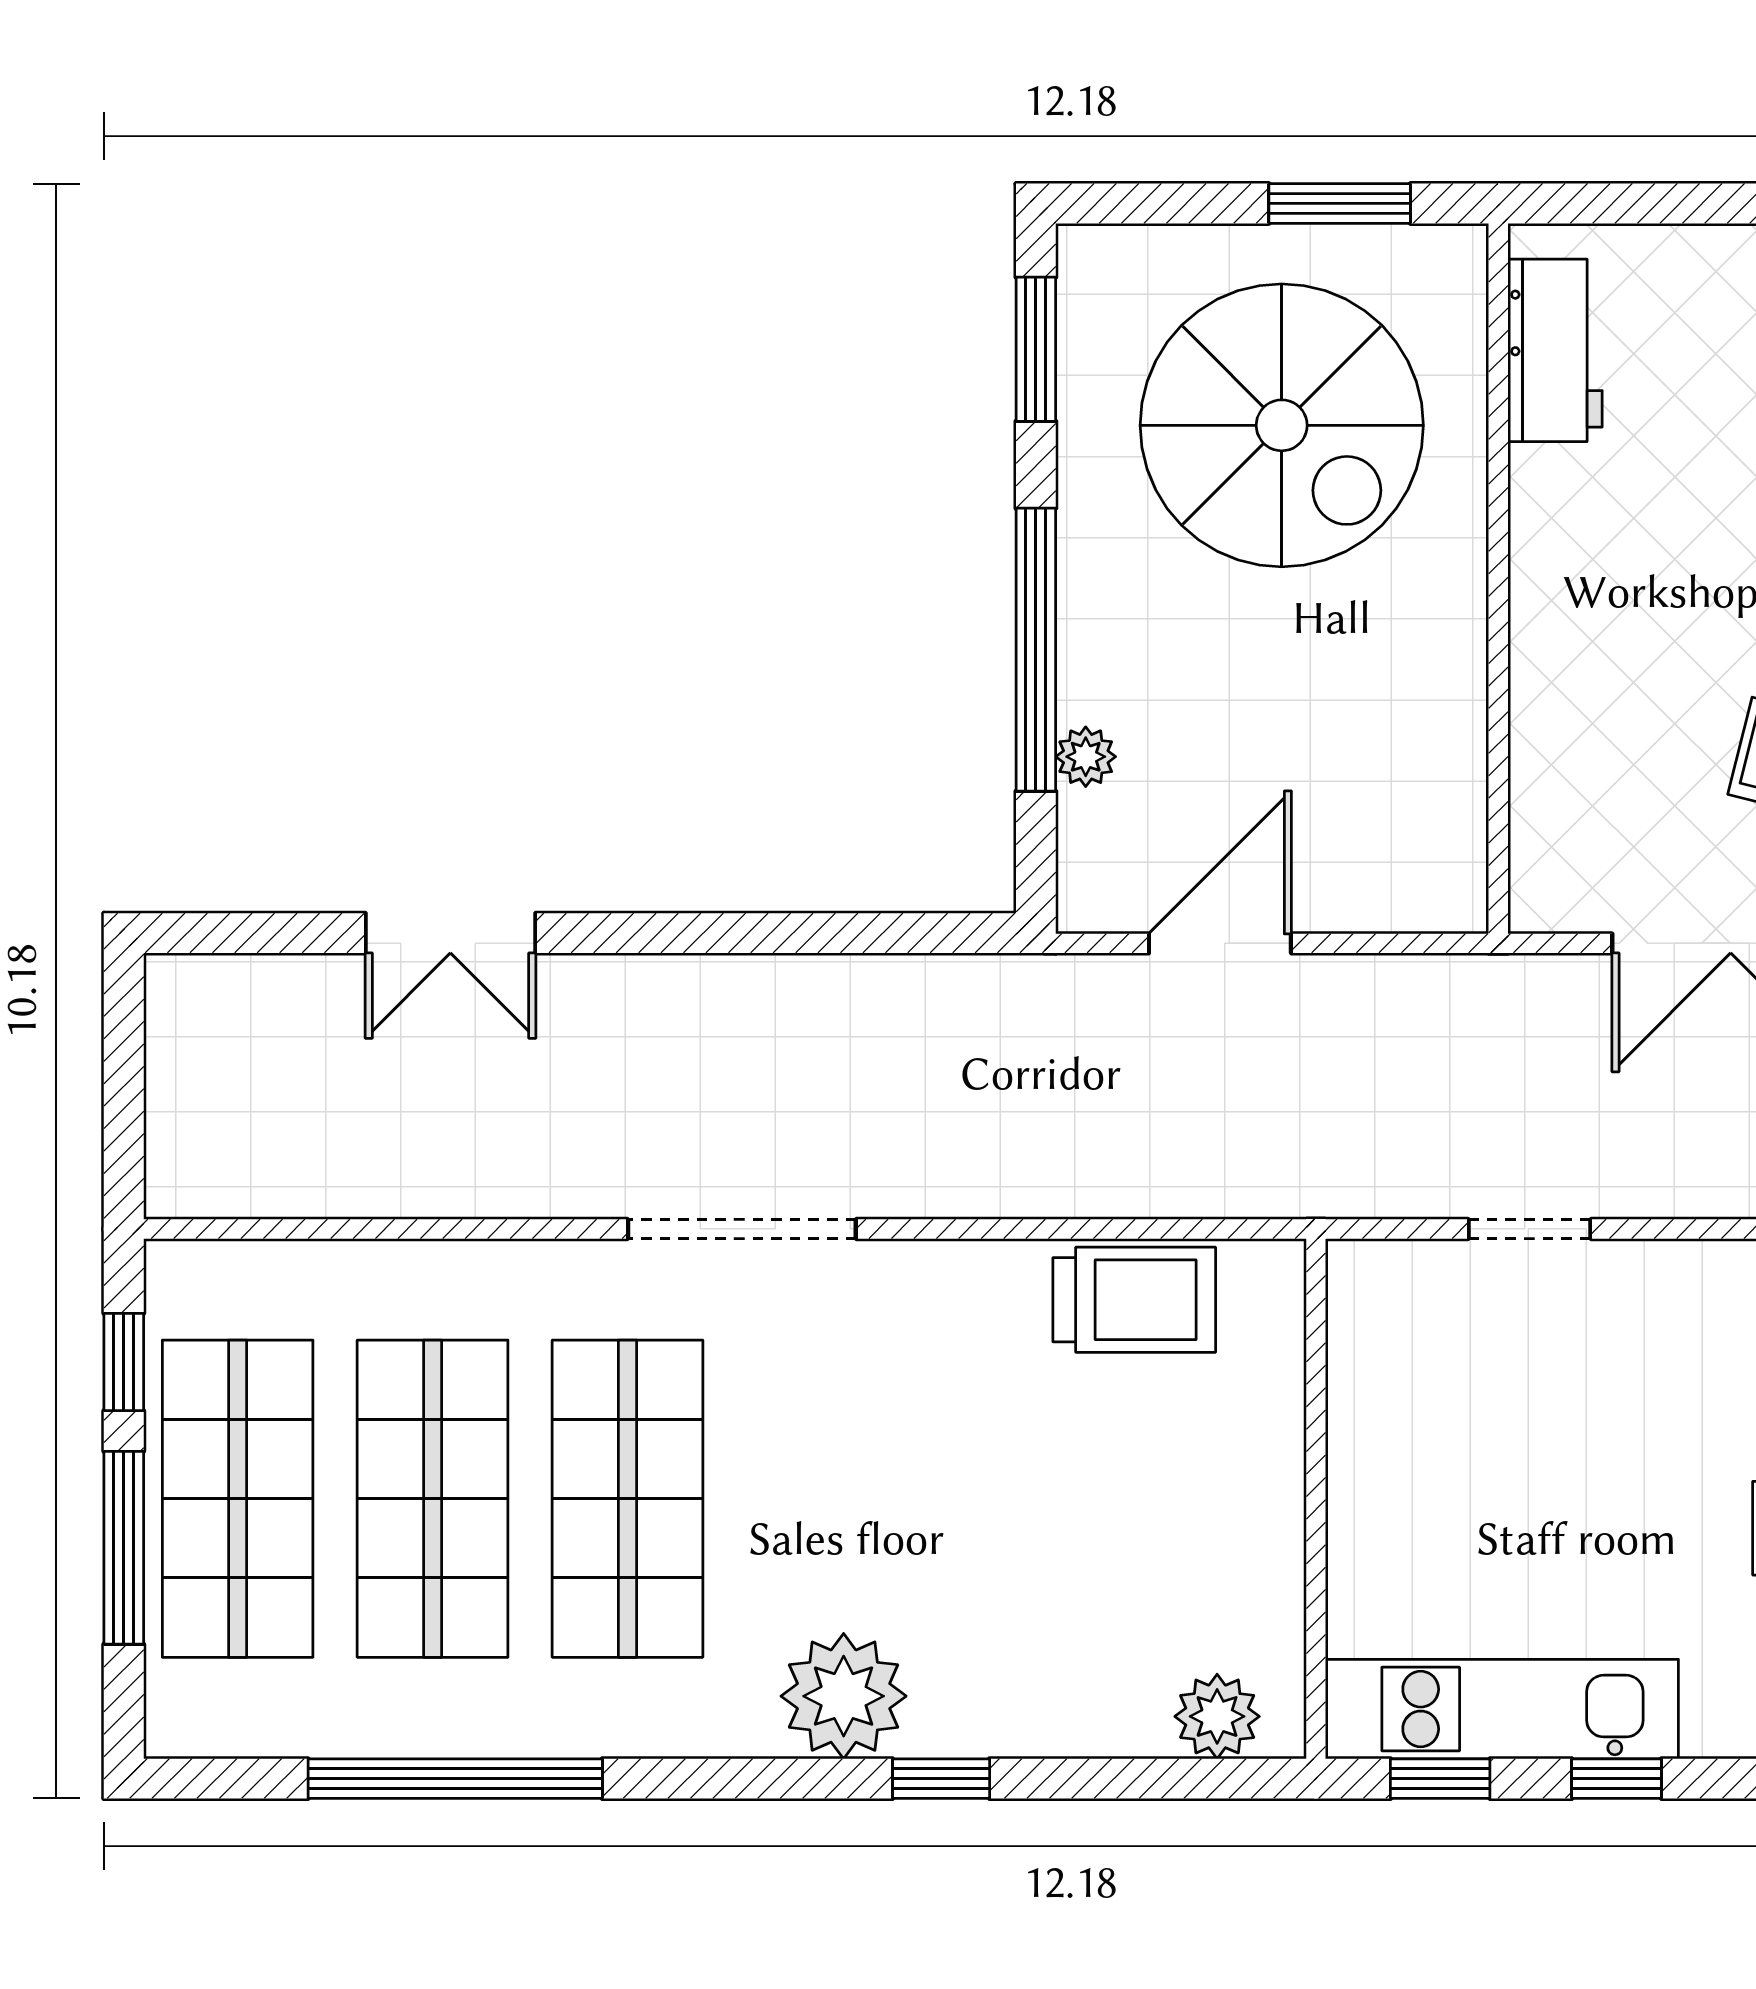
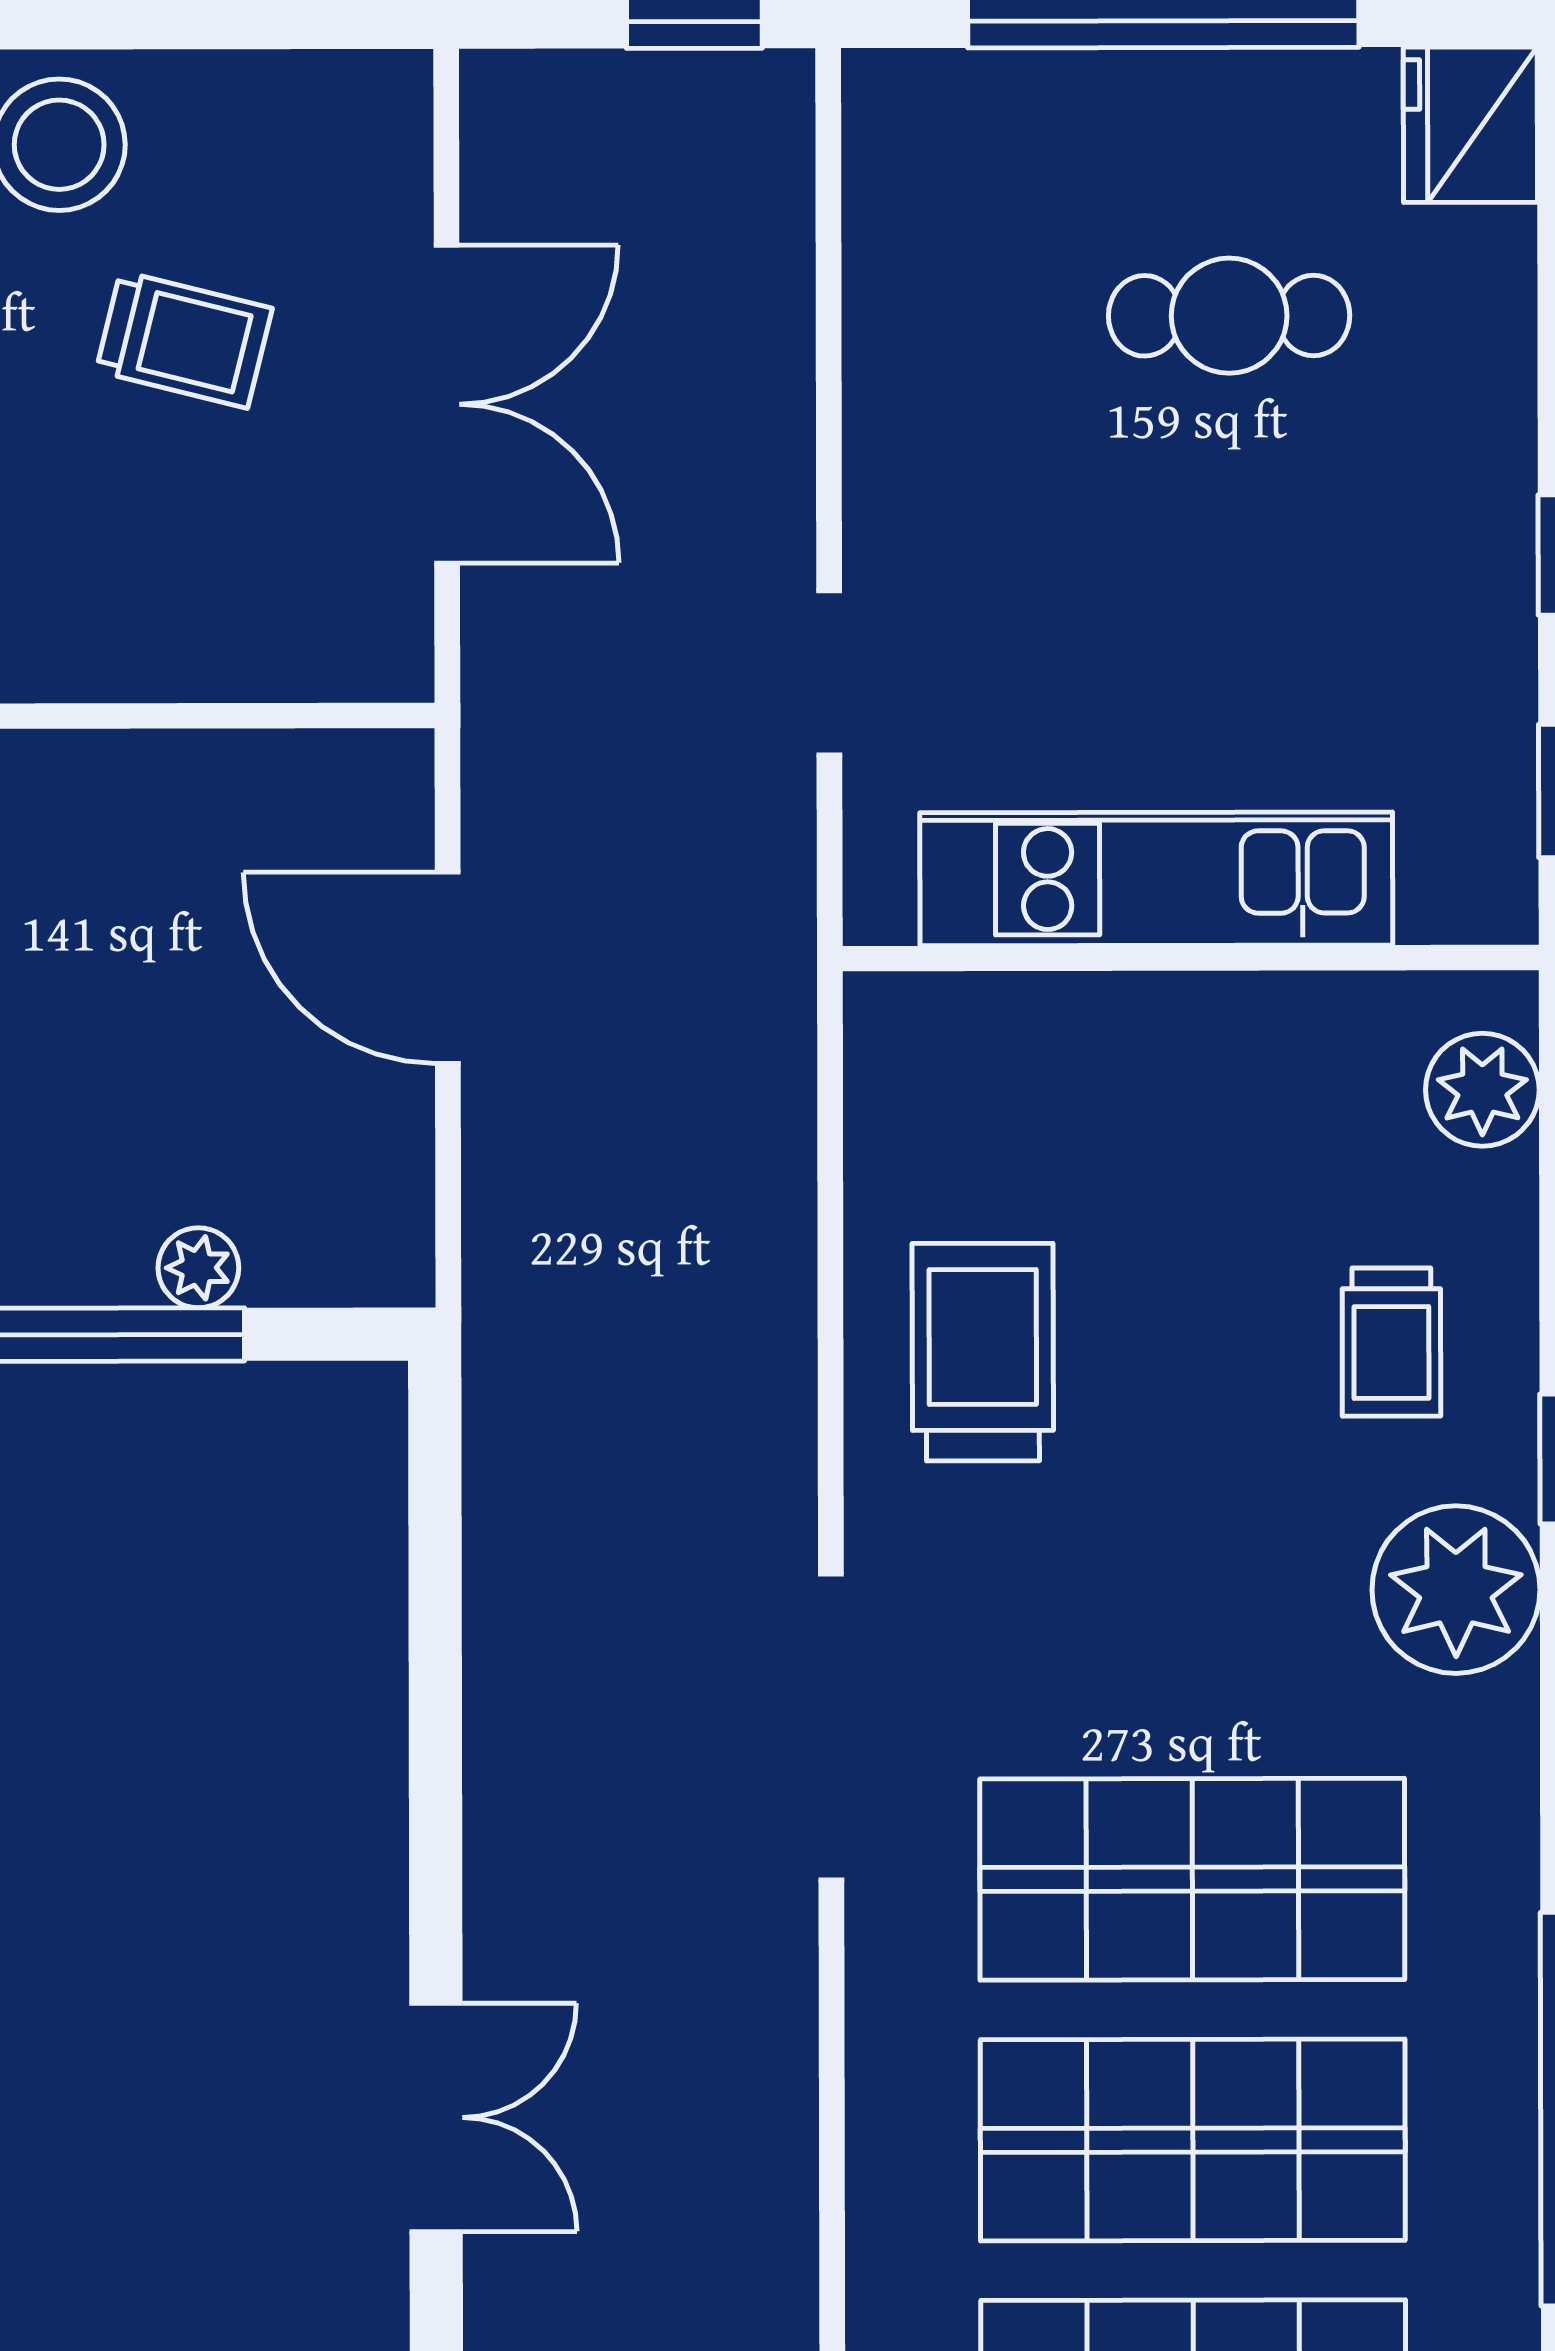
door: (1220, 943) -> (448, 968), moved
trolley: (1134, 1300) -> (983, 1352), moved
trolley: (1029, 1648) -> (1391, 1342), added
kitchen unit: (1502, 1709) -> (1156, 879), moved, turned 90

